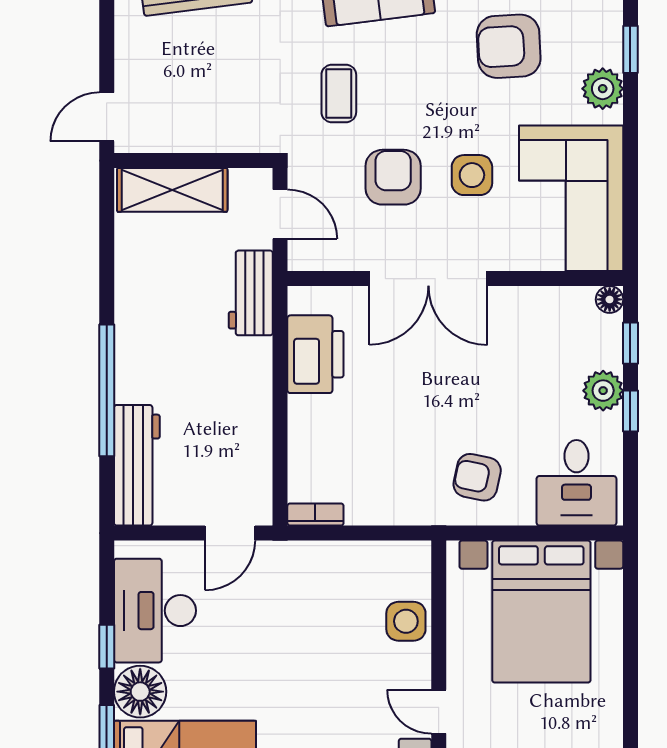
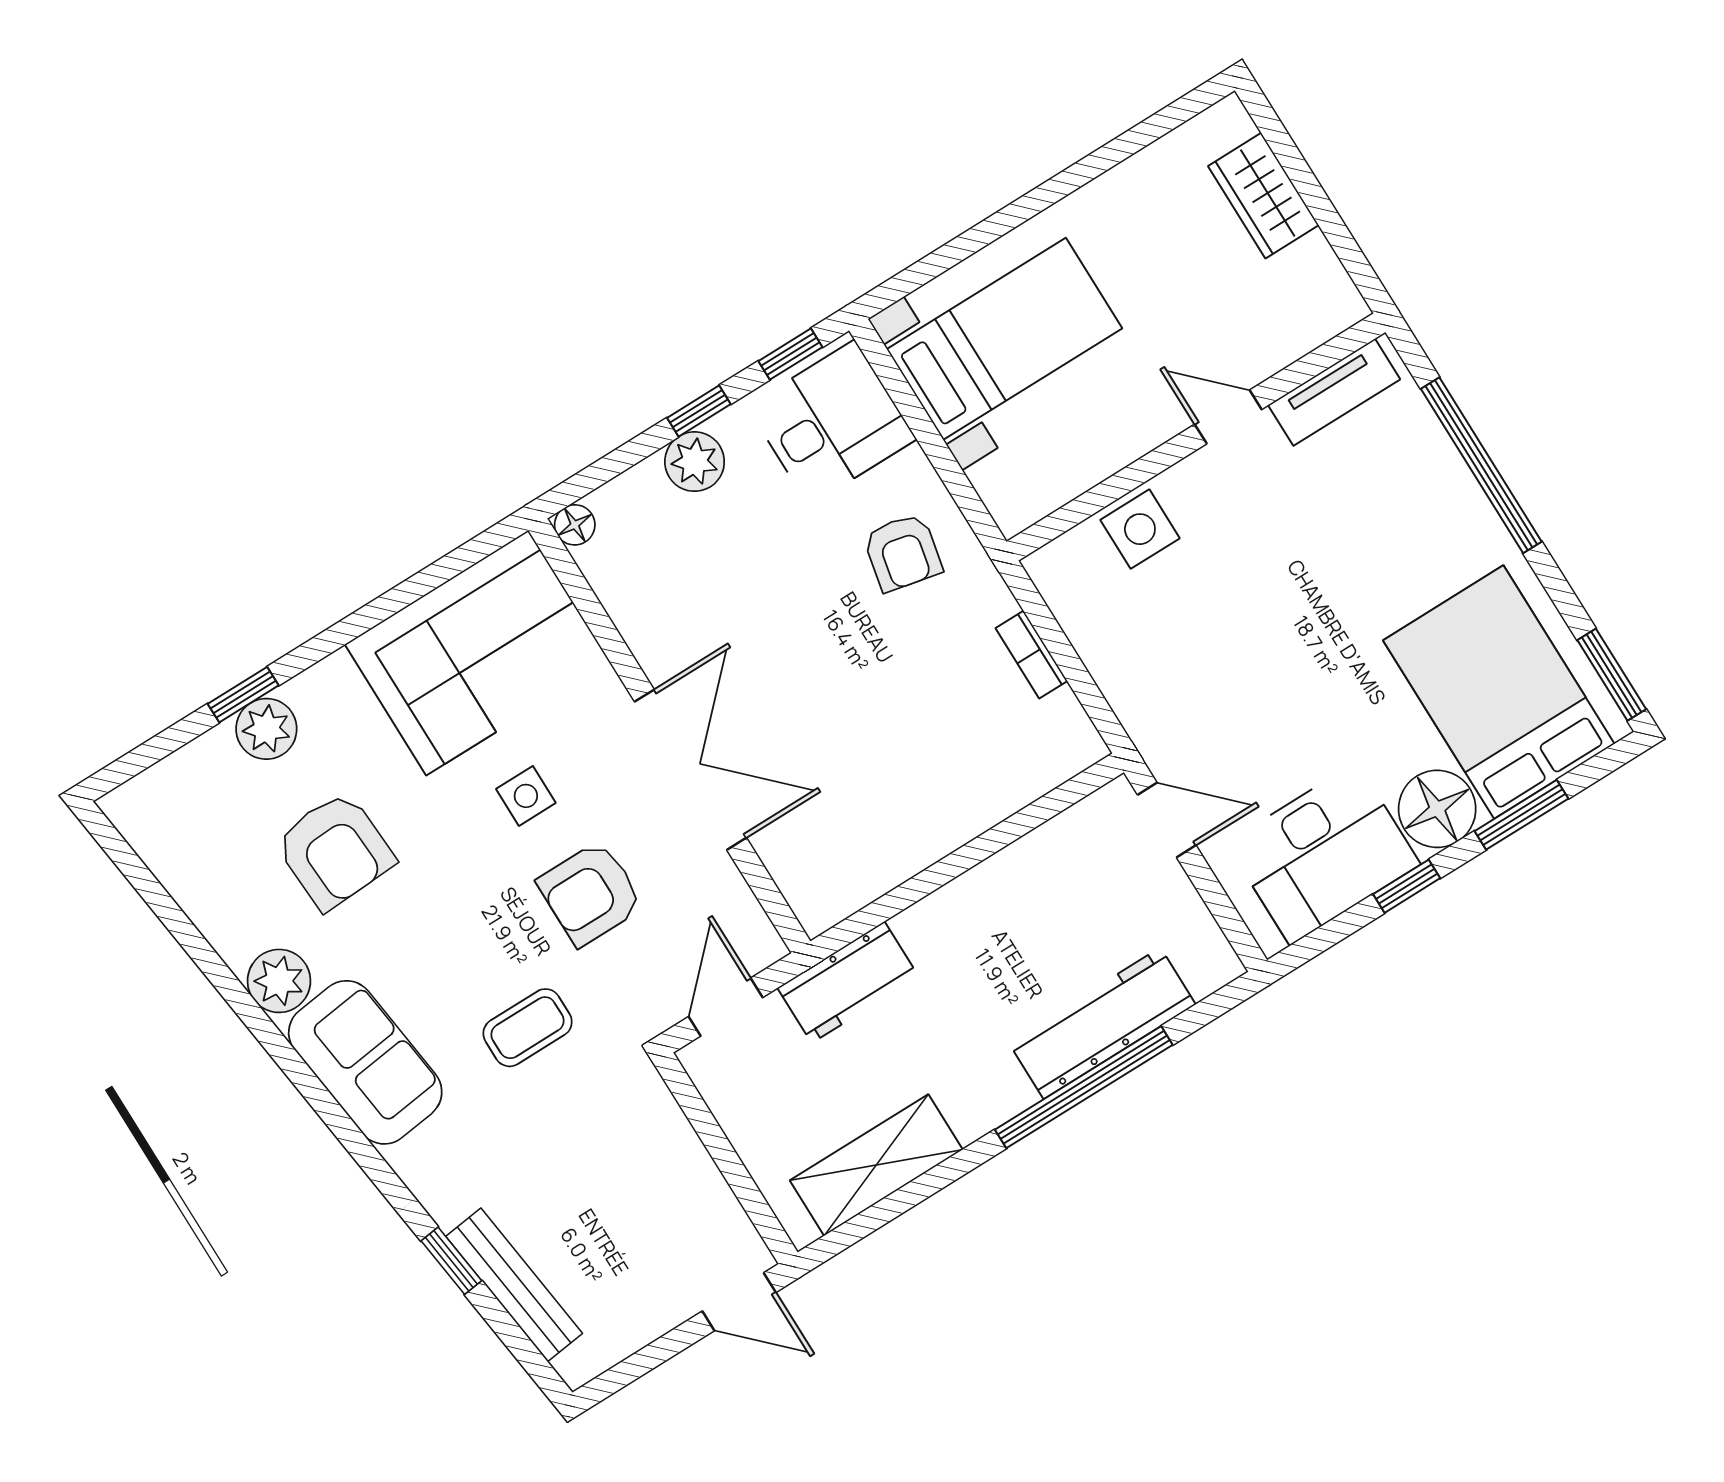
plant: (603, 89) -> (266, 729), moved
side table: (472, 175) -> (526, 796), width x0.73, depth x0.73
shelving: (172, 190) -> (876, 1165), moved, turned 90
window: (630, 343) -> (790, 354), moved
printer: (315, 354) -> (874, 853), removed
workbench: (137, 465) -> (1102, 1023), moved
bookcase: (315, 514) -> (1031, 655), moved
bed with nightstands: (541, 612) -> (1005, 339), width x0.73
door: (439, 712) -> (1228, 417), swing flipped

